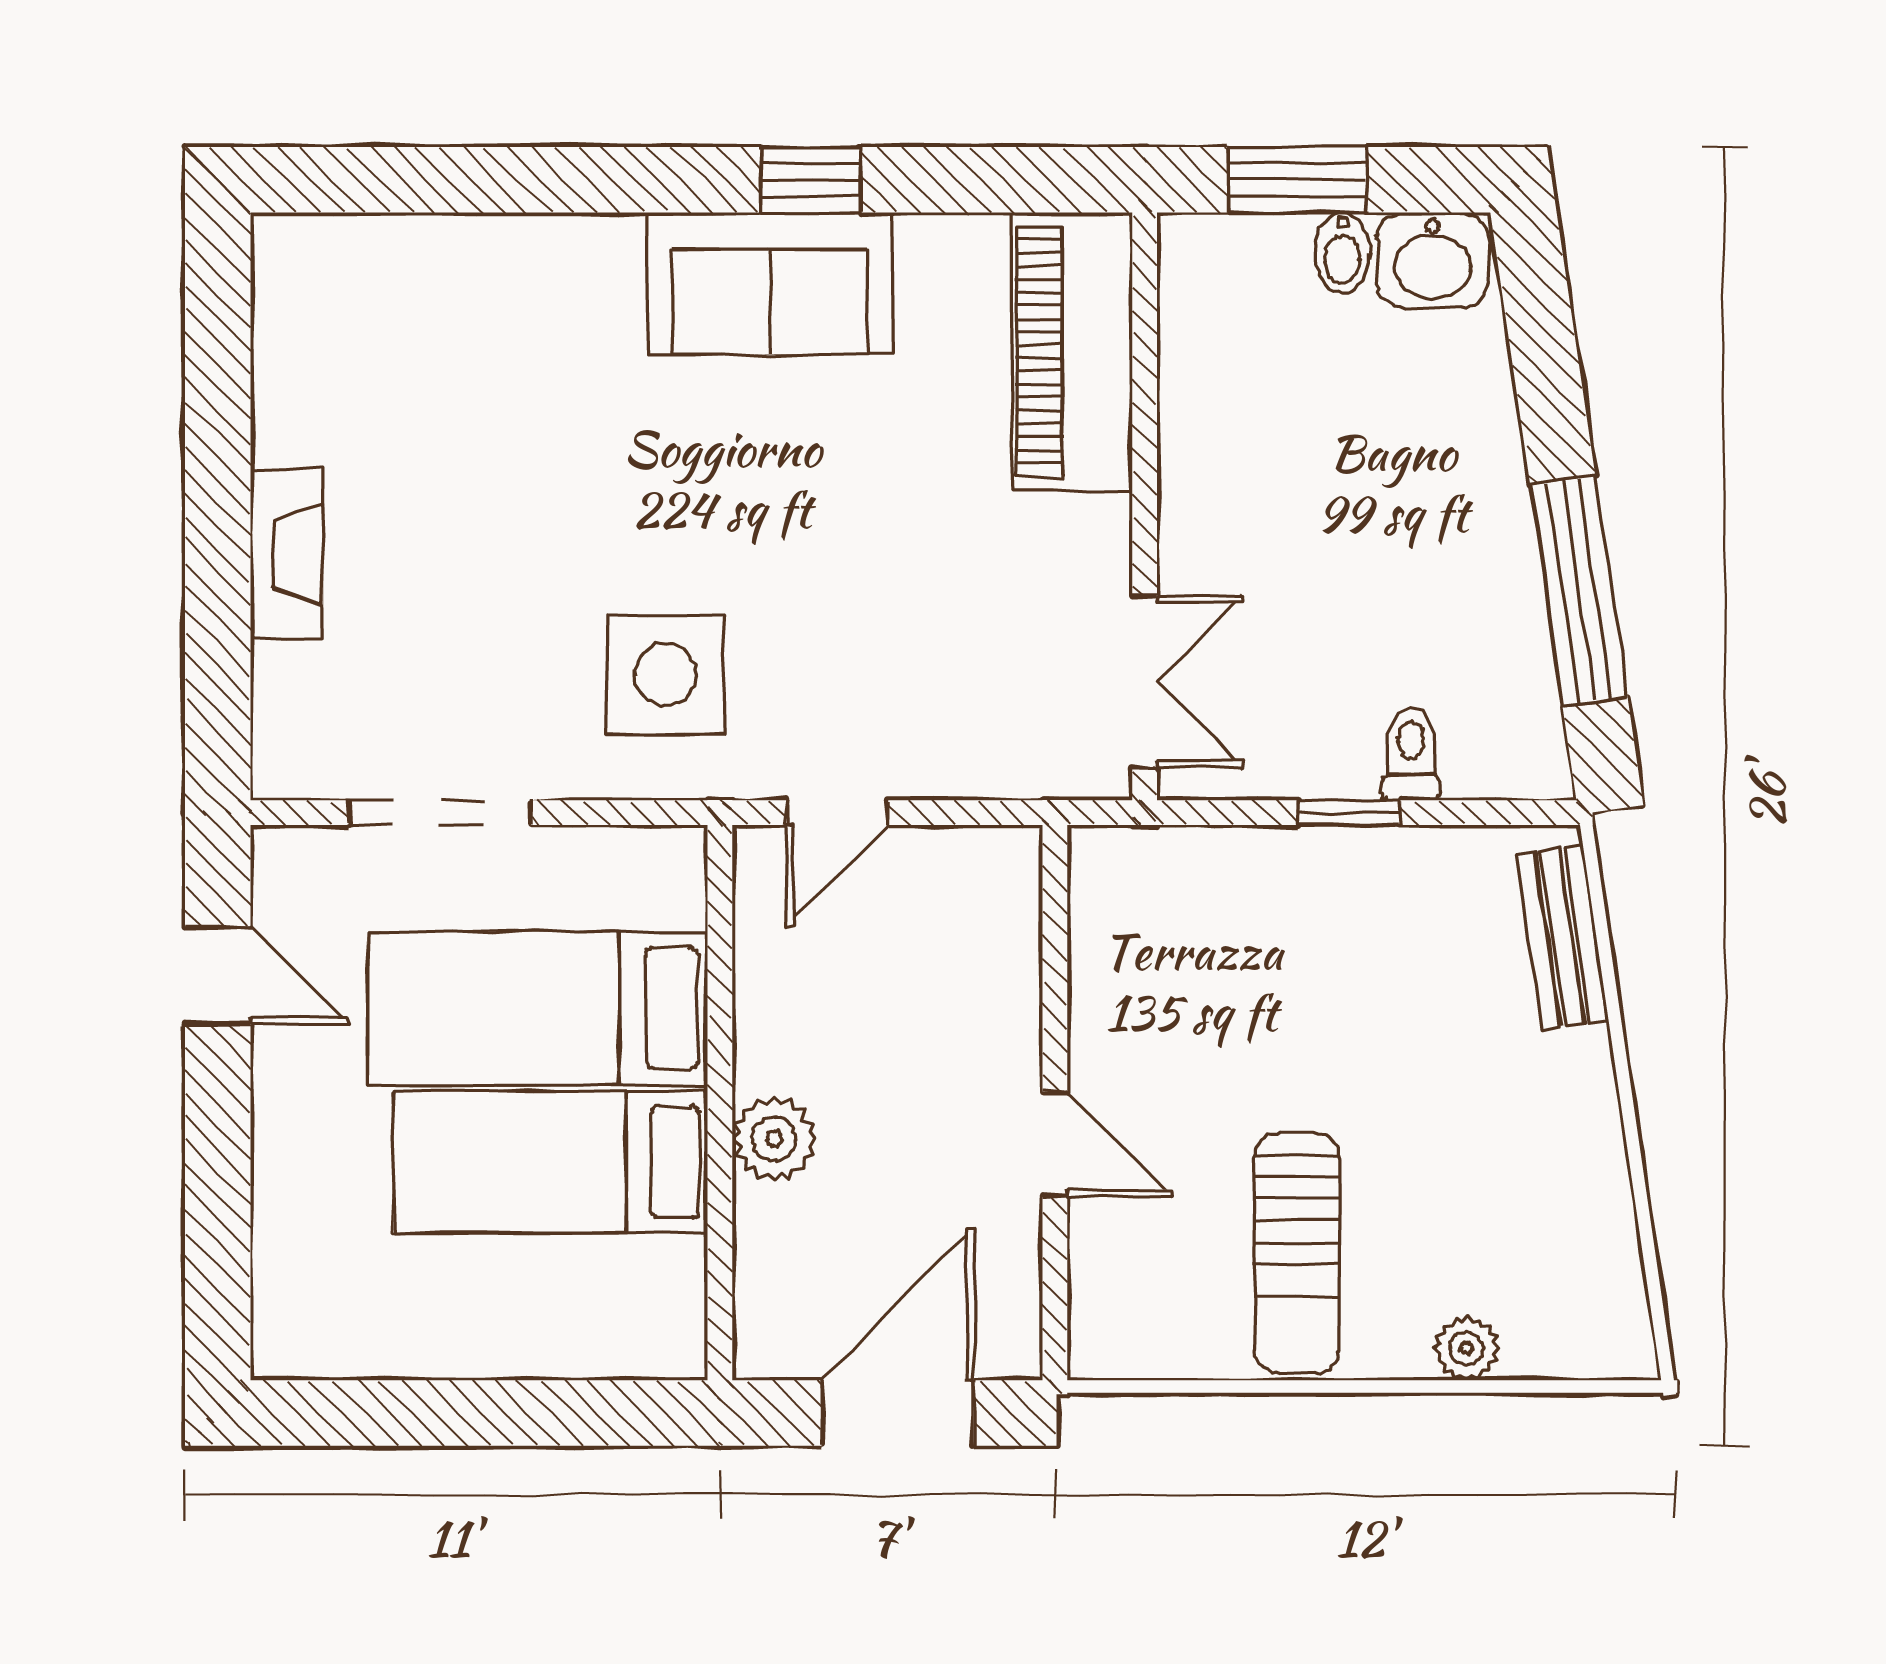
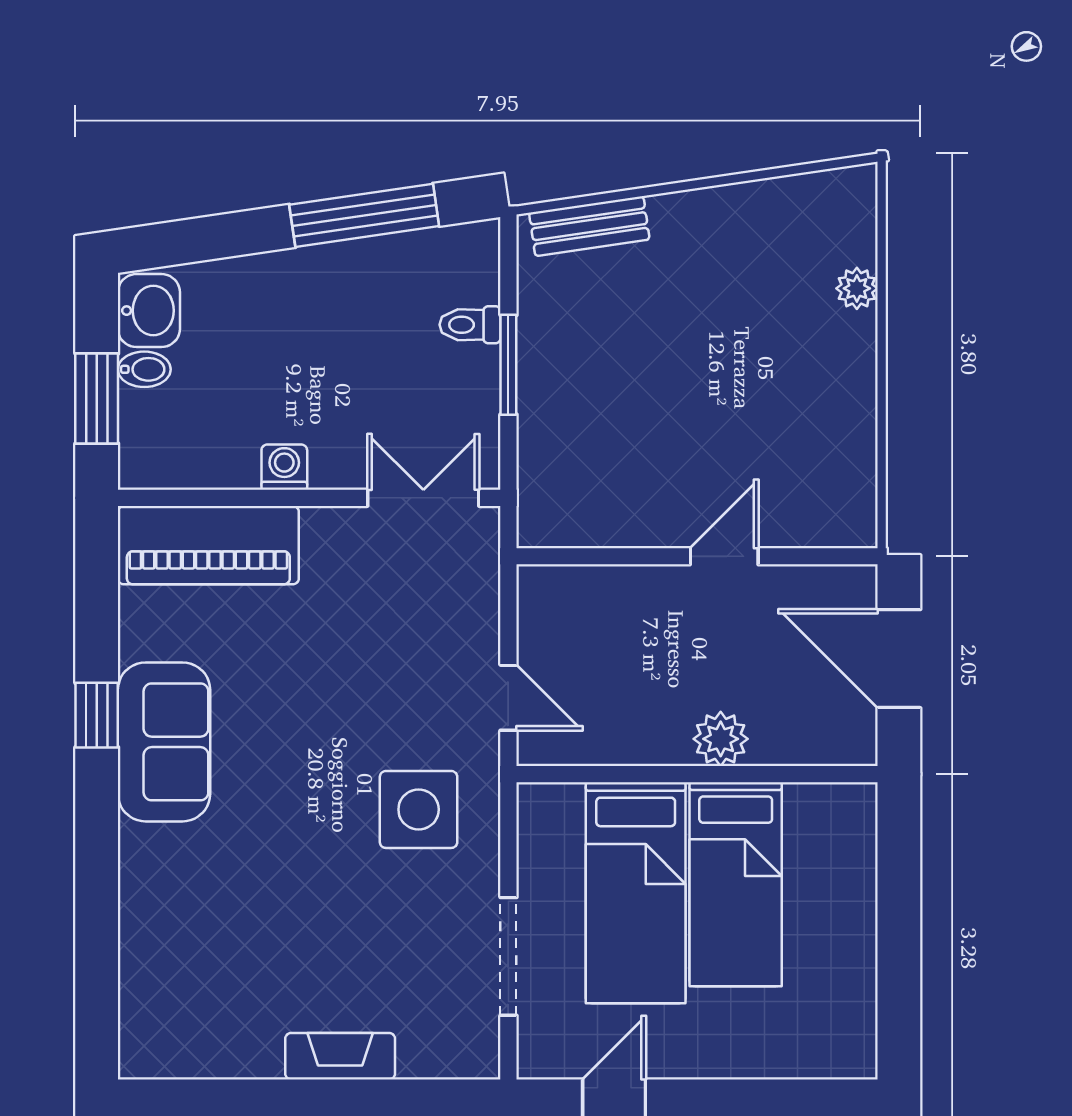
washing machine: (1192, 468) -> (284, 467), added
window: (1349, 813) -> (508, 365), width x1.50
sun lounger: (1297, 1253) -> (795, 399), removed

